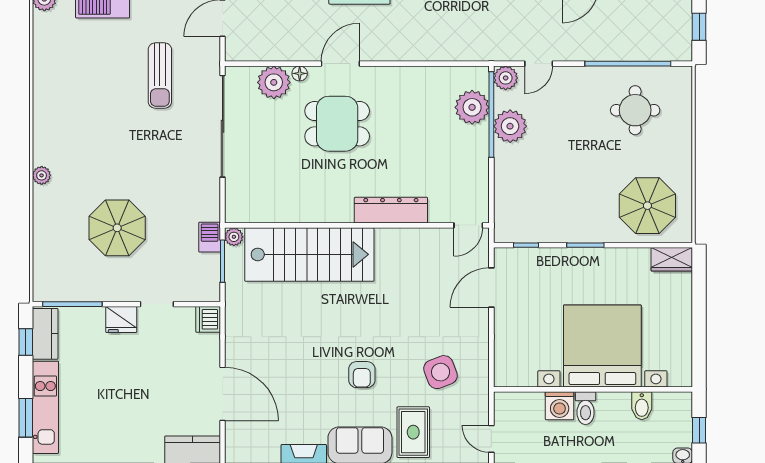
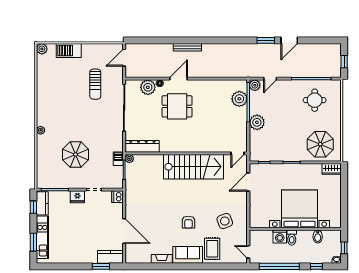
plant: (510, 126) -> (257, 122), moved
dresser: (391, 210) -> (142, 146), moved
stairs: (309, 254) -> (194, 167), moved

